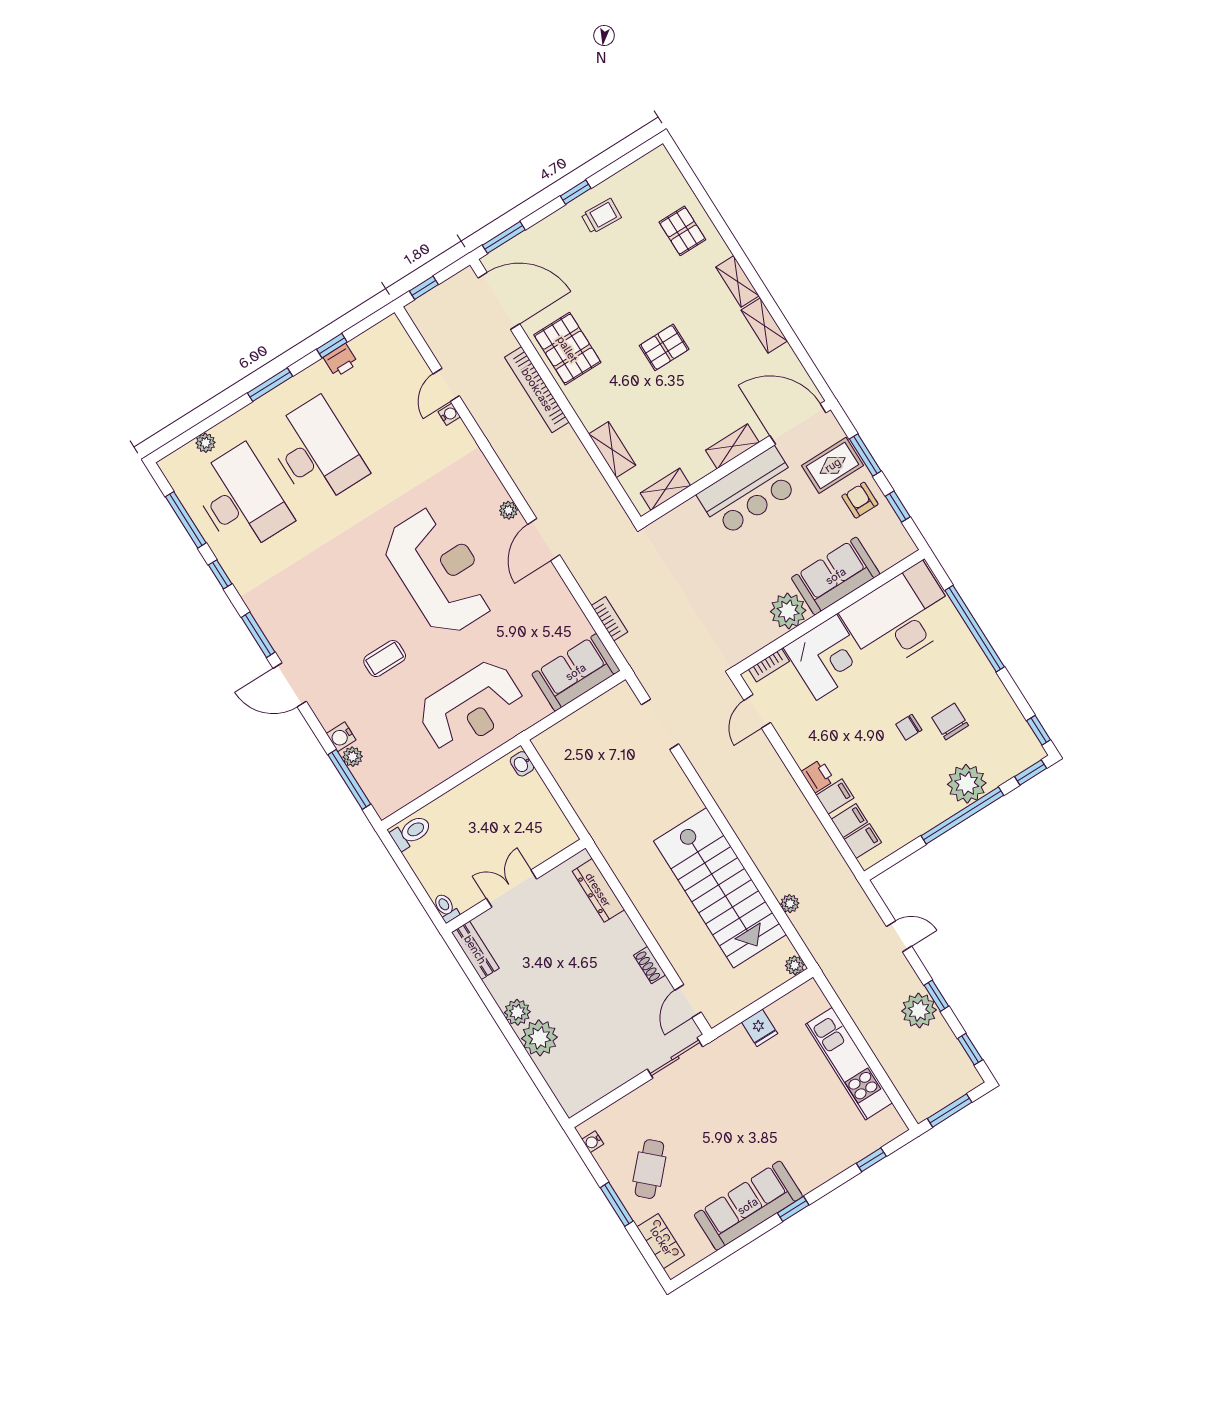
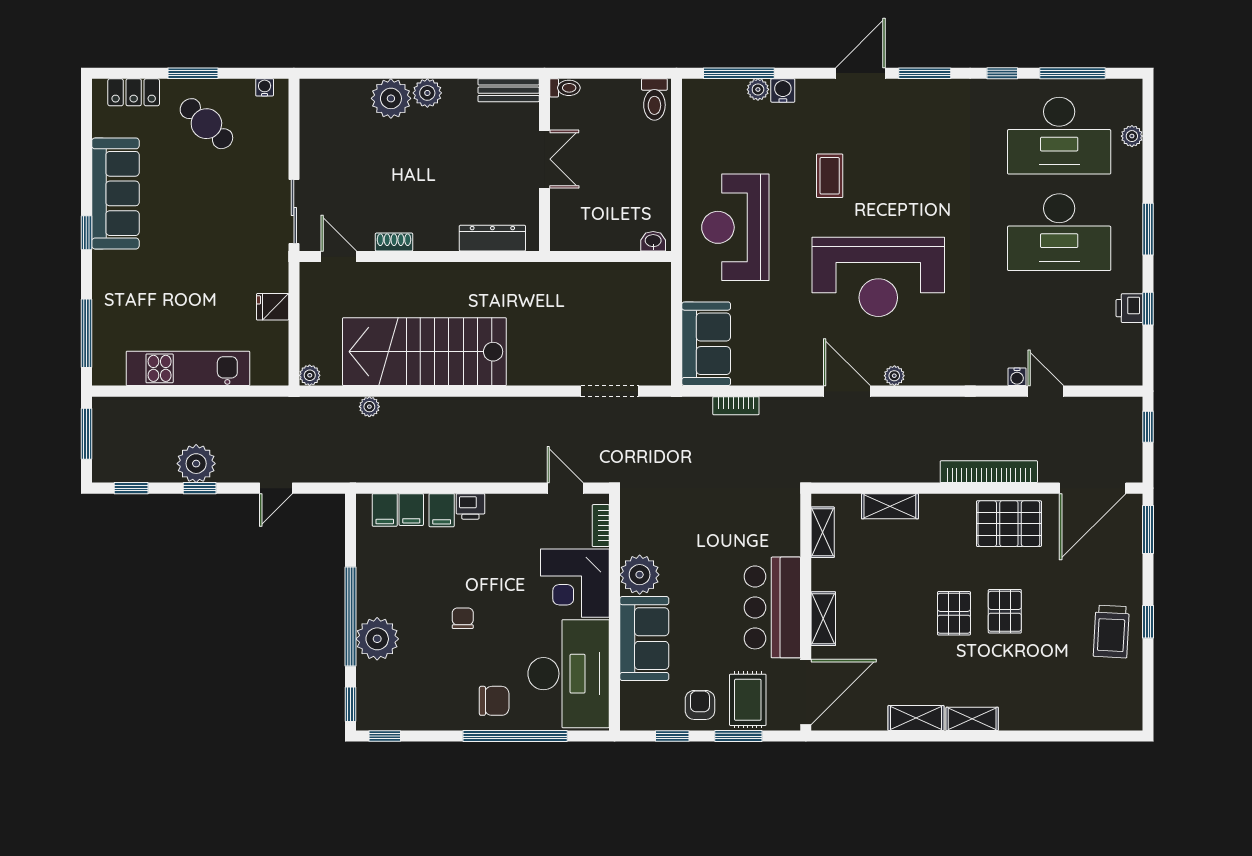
trolley: (601, 216) -> (1111, 631), width x1.36, depth x1.39
pallet: (682, 231) -> (1005, 611), moved, turned 90
armchair: (860, 500) -> (700, 705), turned -90
chair: (950, 722) -> (494, 701), moved
window: (871, 1160) -> (86, 333), width x2.17

